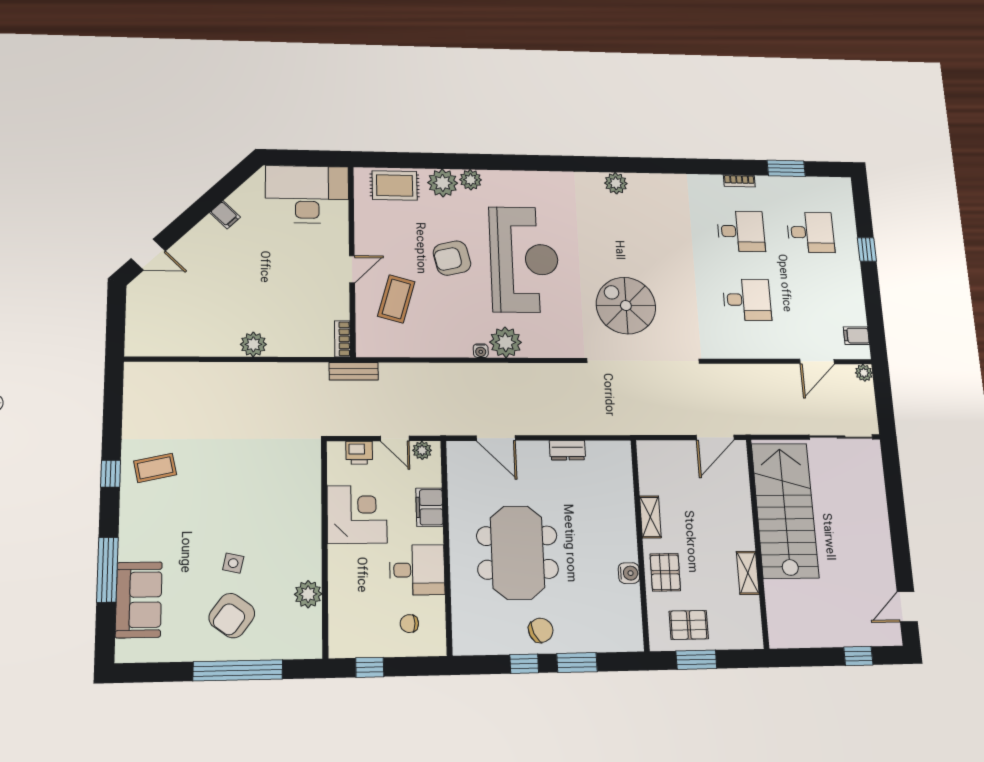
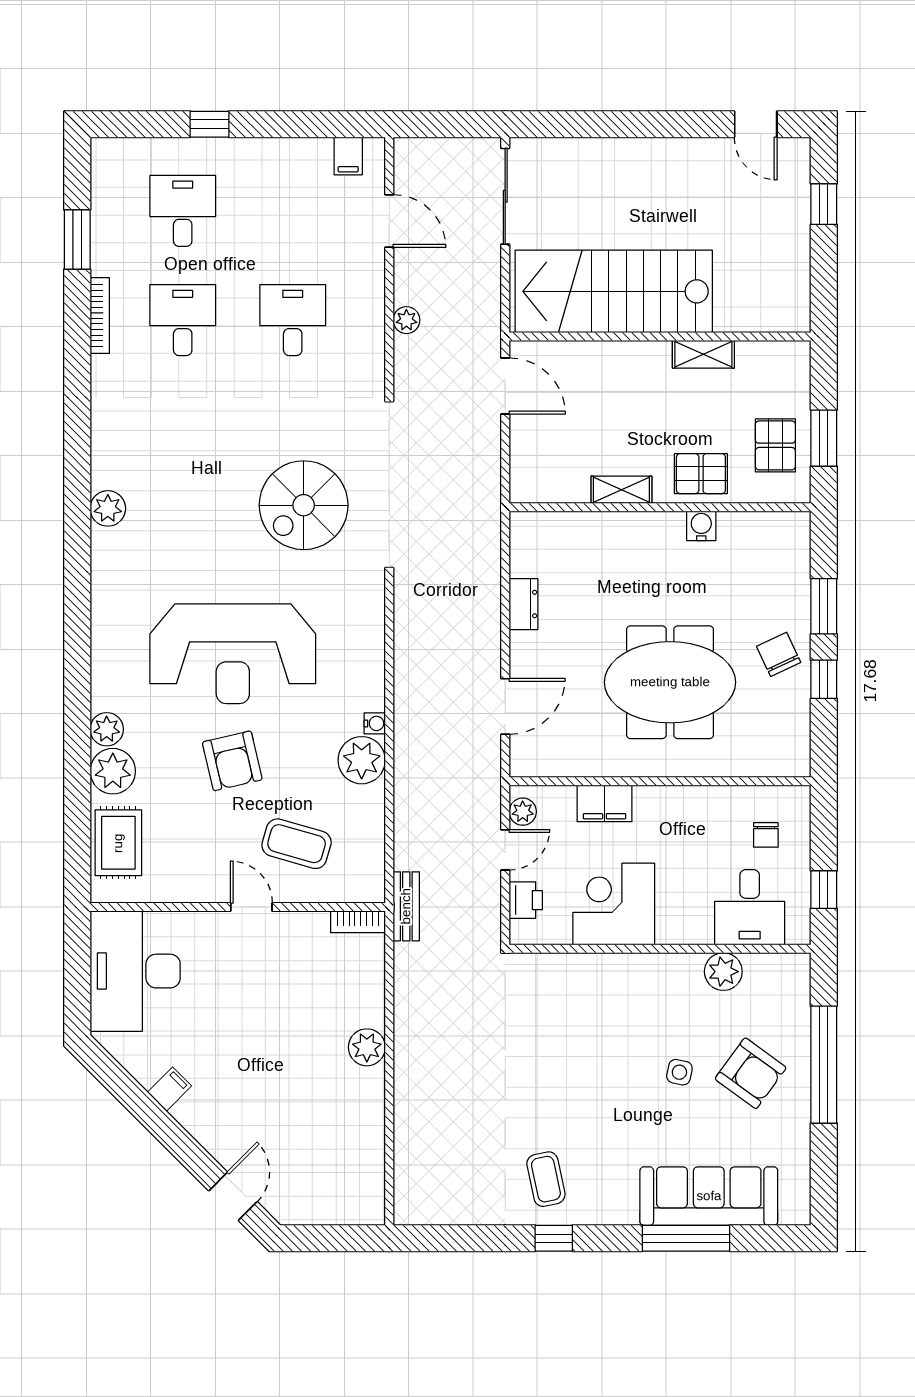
bookcase: (739, 181) -> (100, 316), width x1.56
reception desk: (524, 259) -> (233, 654), turned 180
plant: (506, 342) -> (362, 760), moved
plant: (864, 373) -> (406, 320), moved
desk: (417, 570) -> (750, 907), moved, turned 180
sofa: (139, 600) -> (709, 1196), width x1.36

